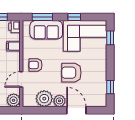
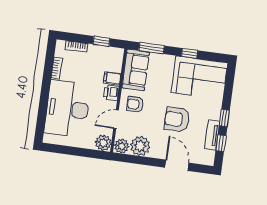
printer: (15, 27) -> (111, 93), moved
sofa: (46, 30) -> (136, 70), moved, turned -90
window: (110, 38) -> (224, 118), moved
tv unit: (102, 82) -> (212, 135), added
plant: (59, 101) -> (122, 146), moved

